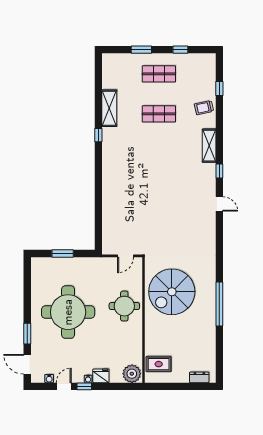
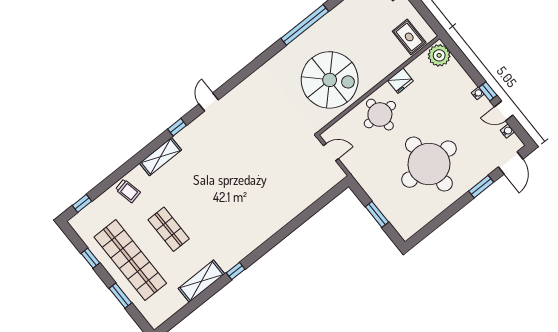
shop shelf: (159, 74) -> (130, 260), width x2.00, depth x1.36
window: (219, 89) -> (82, 203), moved
fridge: (101, 376) -> (400, 81), moved, turned -90

